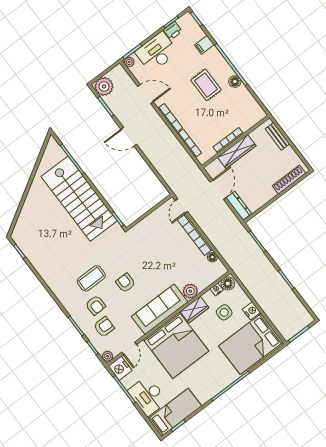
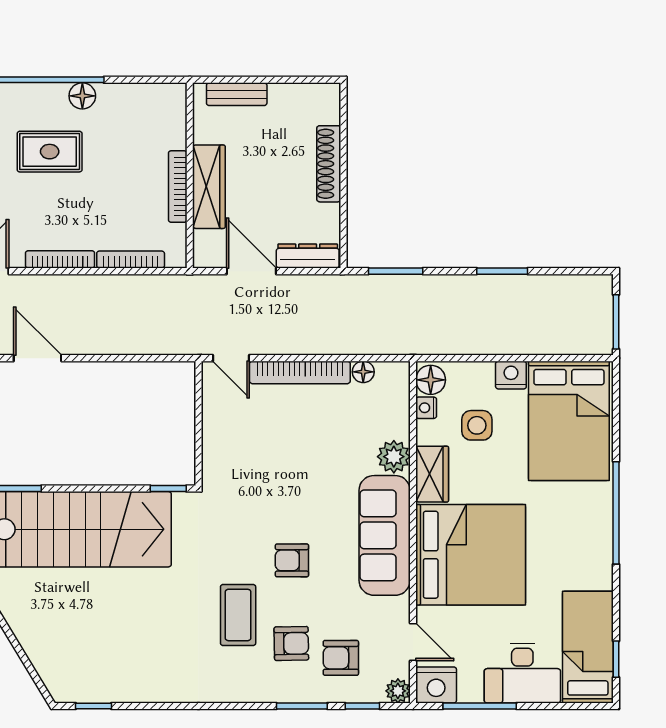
door: (129, 137) -> (38, 358), swing flipped
shoe rack: (289, 180) -> (329, 164), moved
armchair: (104, 327) -> (341, 658), turned -90

